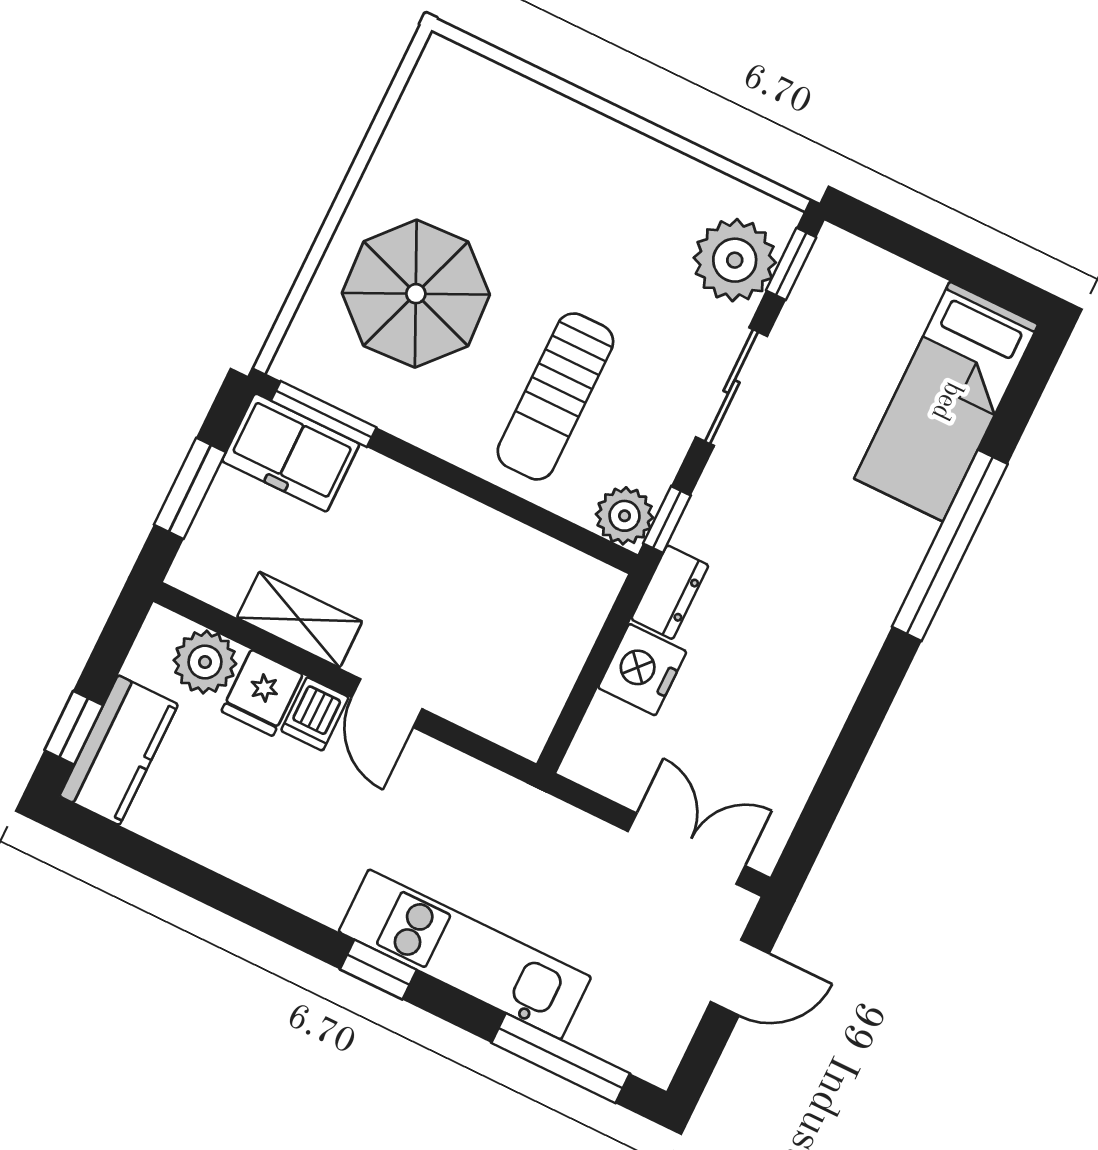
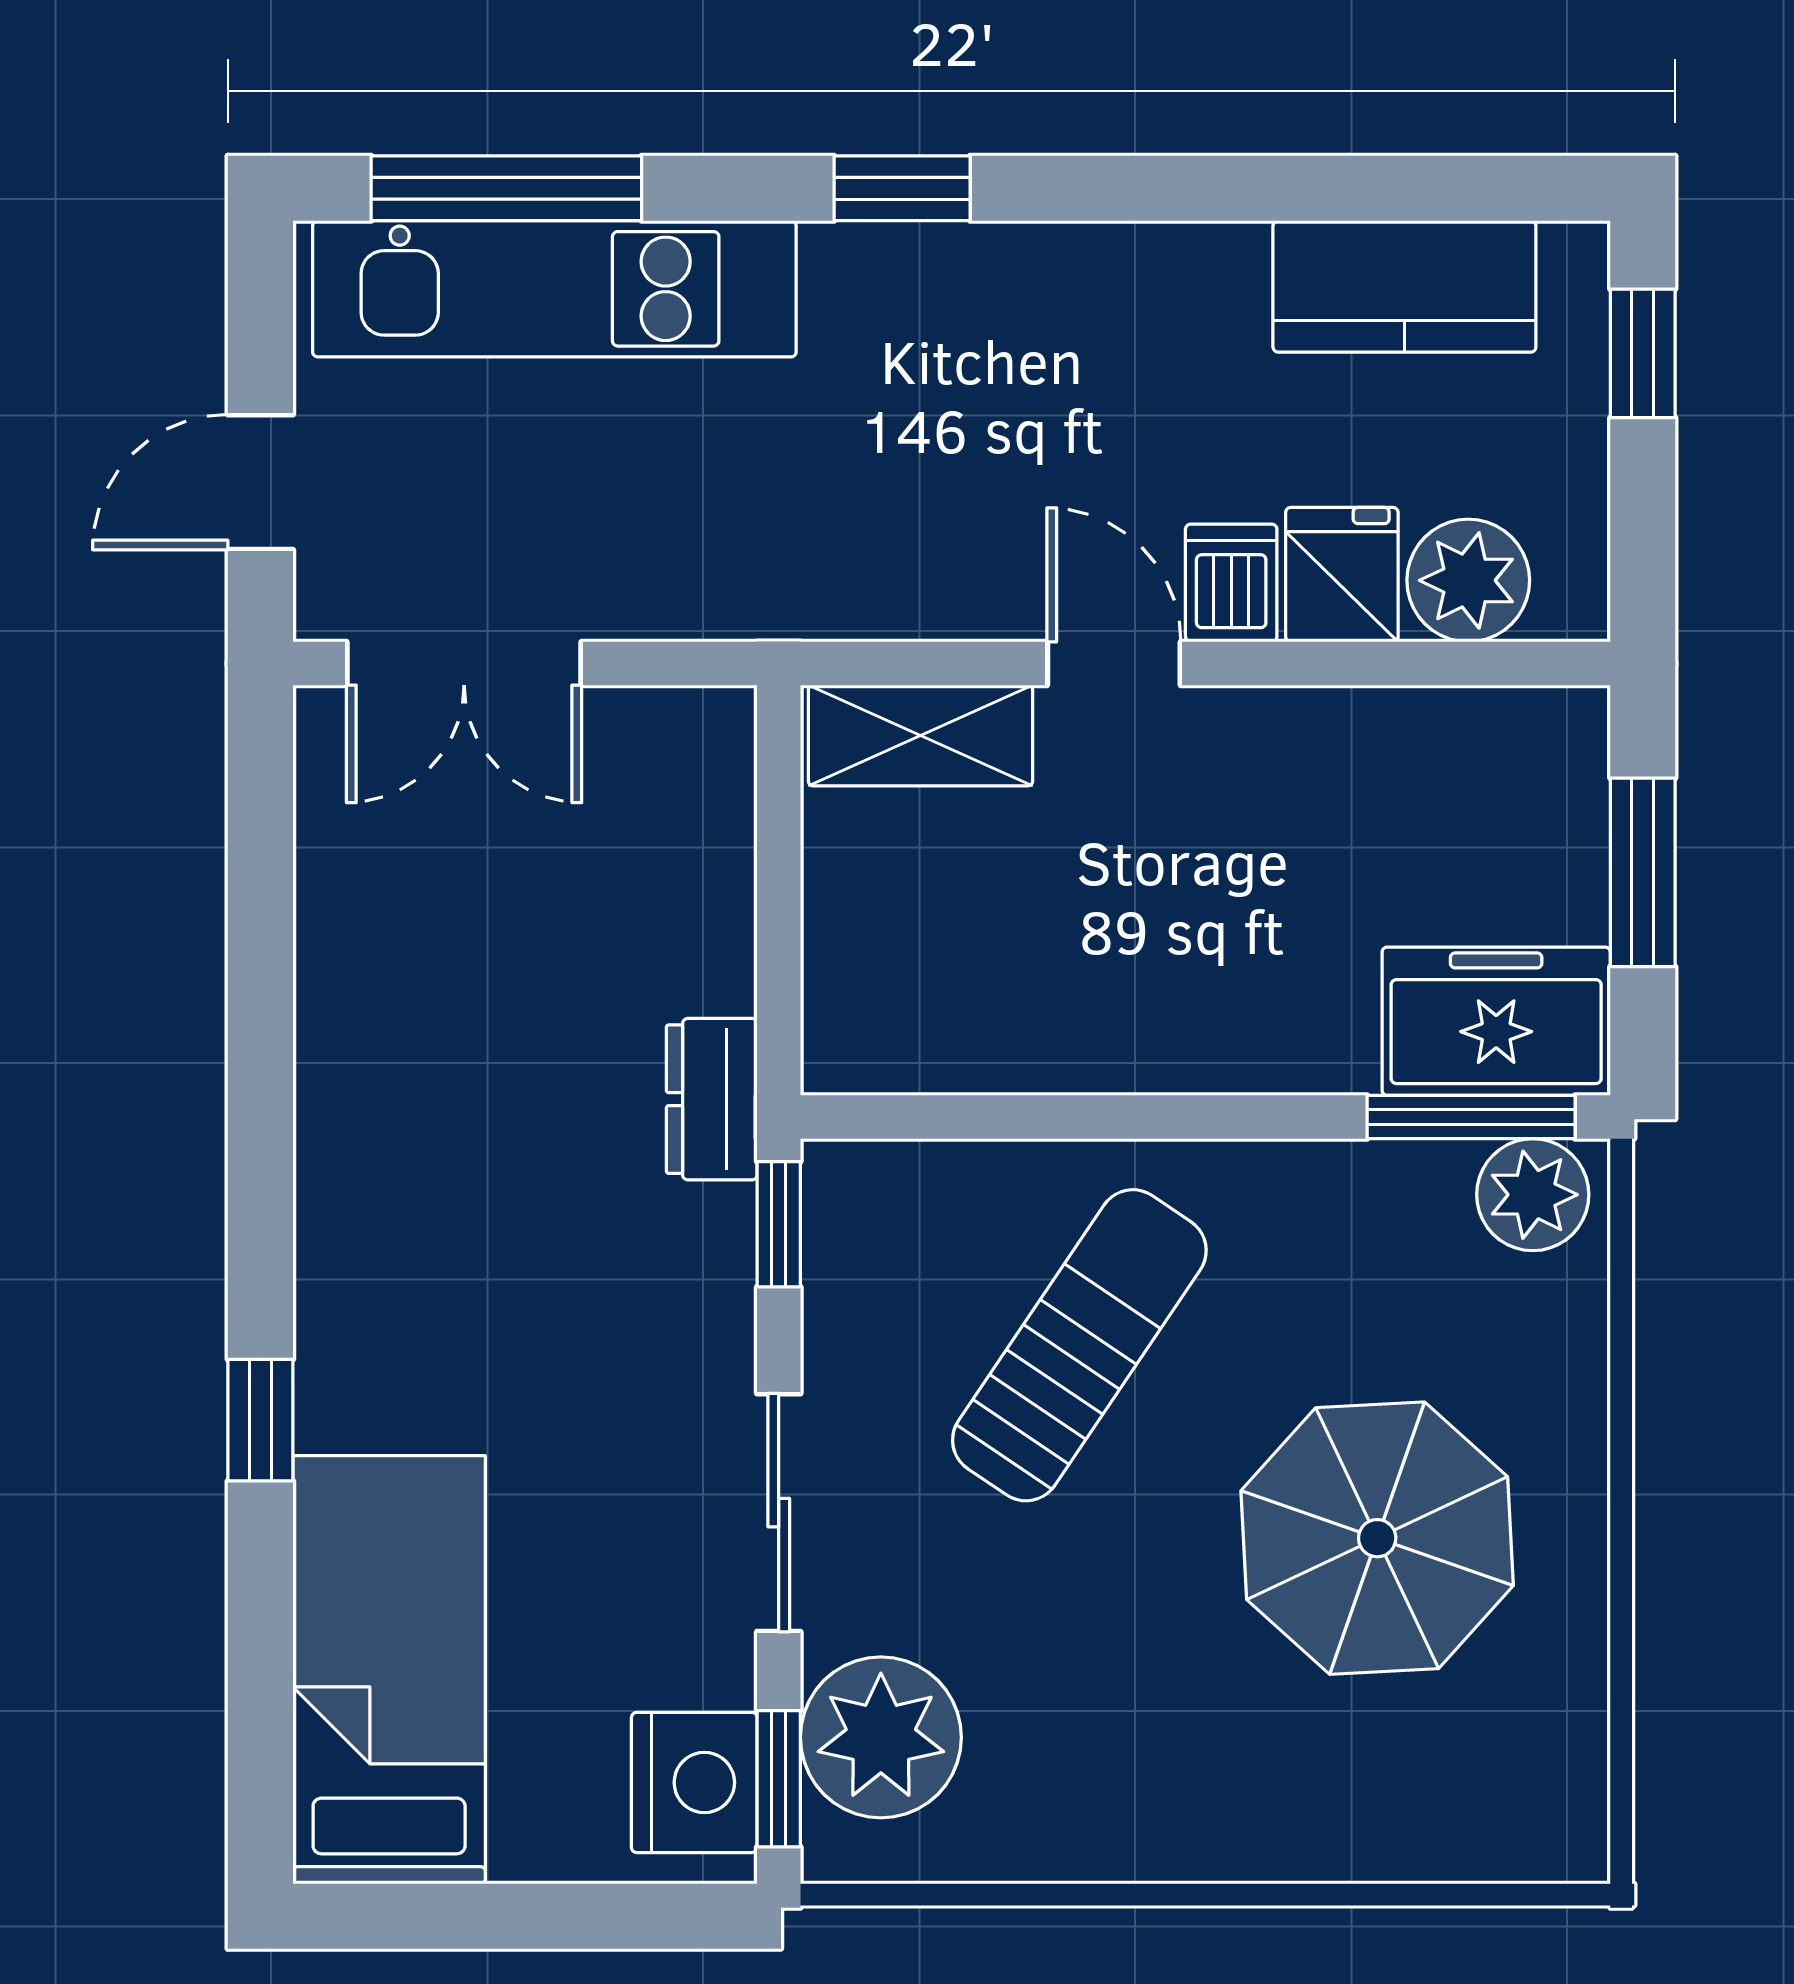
parasol: (416, 294) -> (1377, 1538), moved
sun lounger: (555, 396) -> (1079, 1345), turned 34
plant: (625, 516) -> (1533, 1195), moved
window: (950, 545) -> (260, 1420), width x0.32
shelving: (300, 620) -> (920, 736), moved
nightstand: (642, 670) -> (694, 1782), moved
kitchen counter: (119, 750) -> (1404, 286), moved, turned -90
kitchen unit: (465, 954) -> (554, 289), moved

